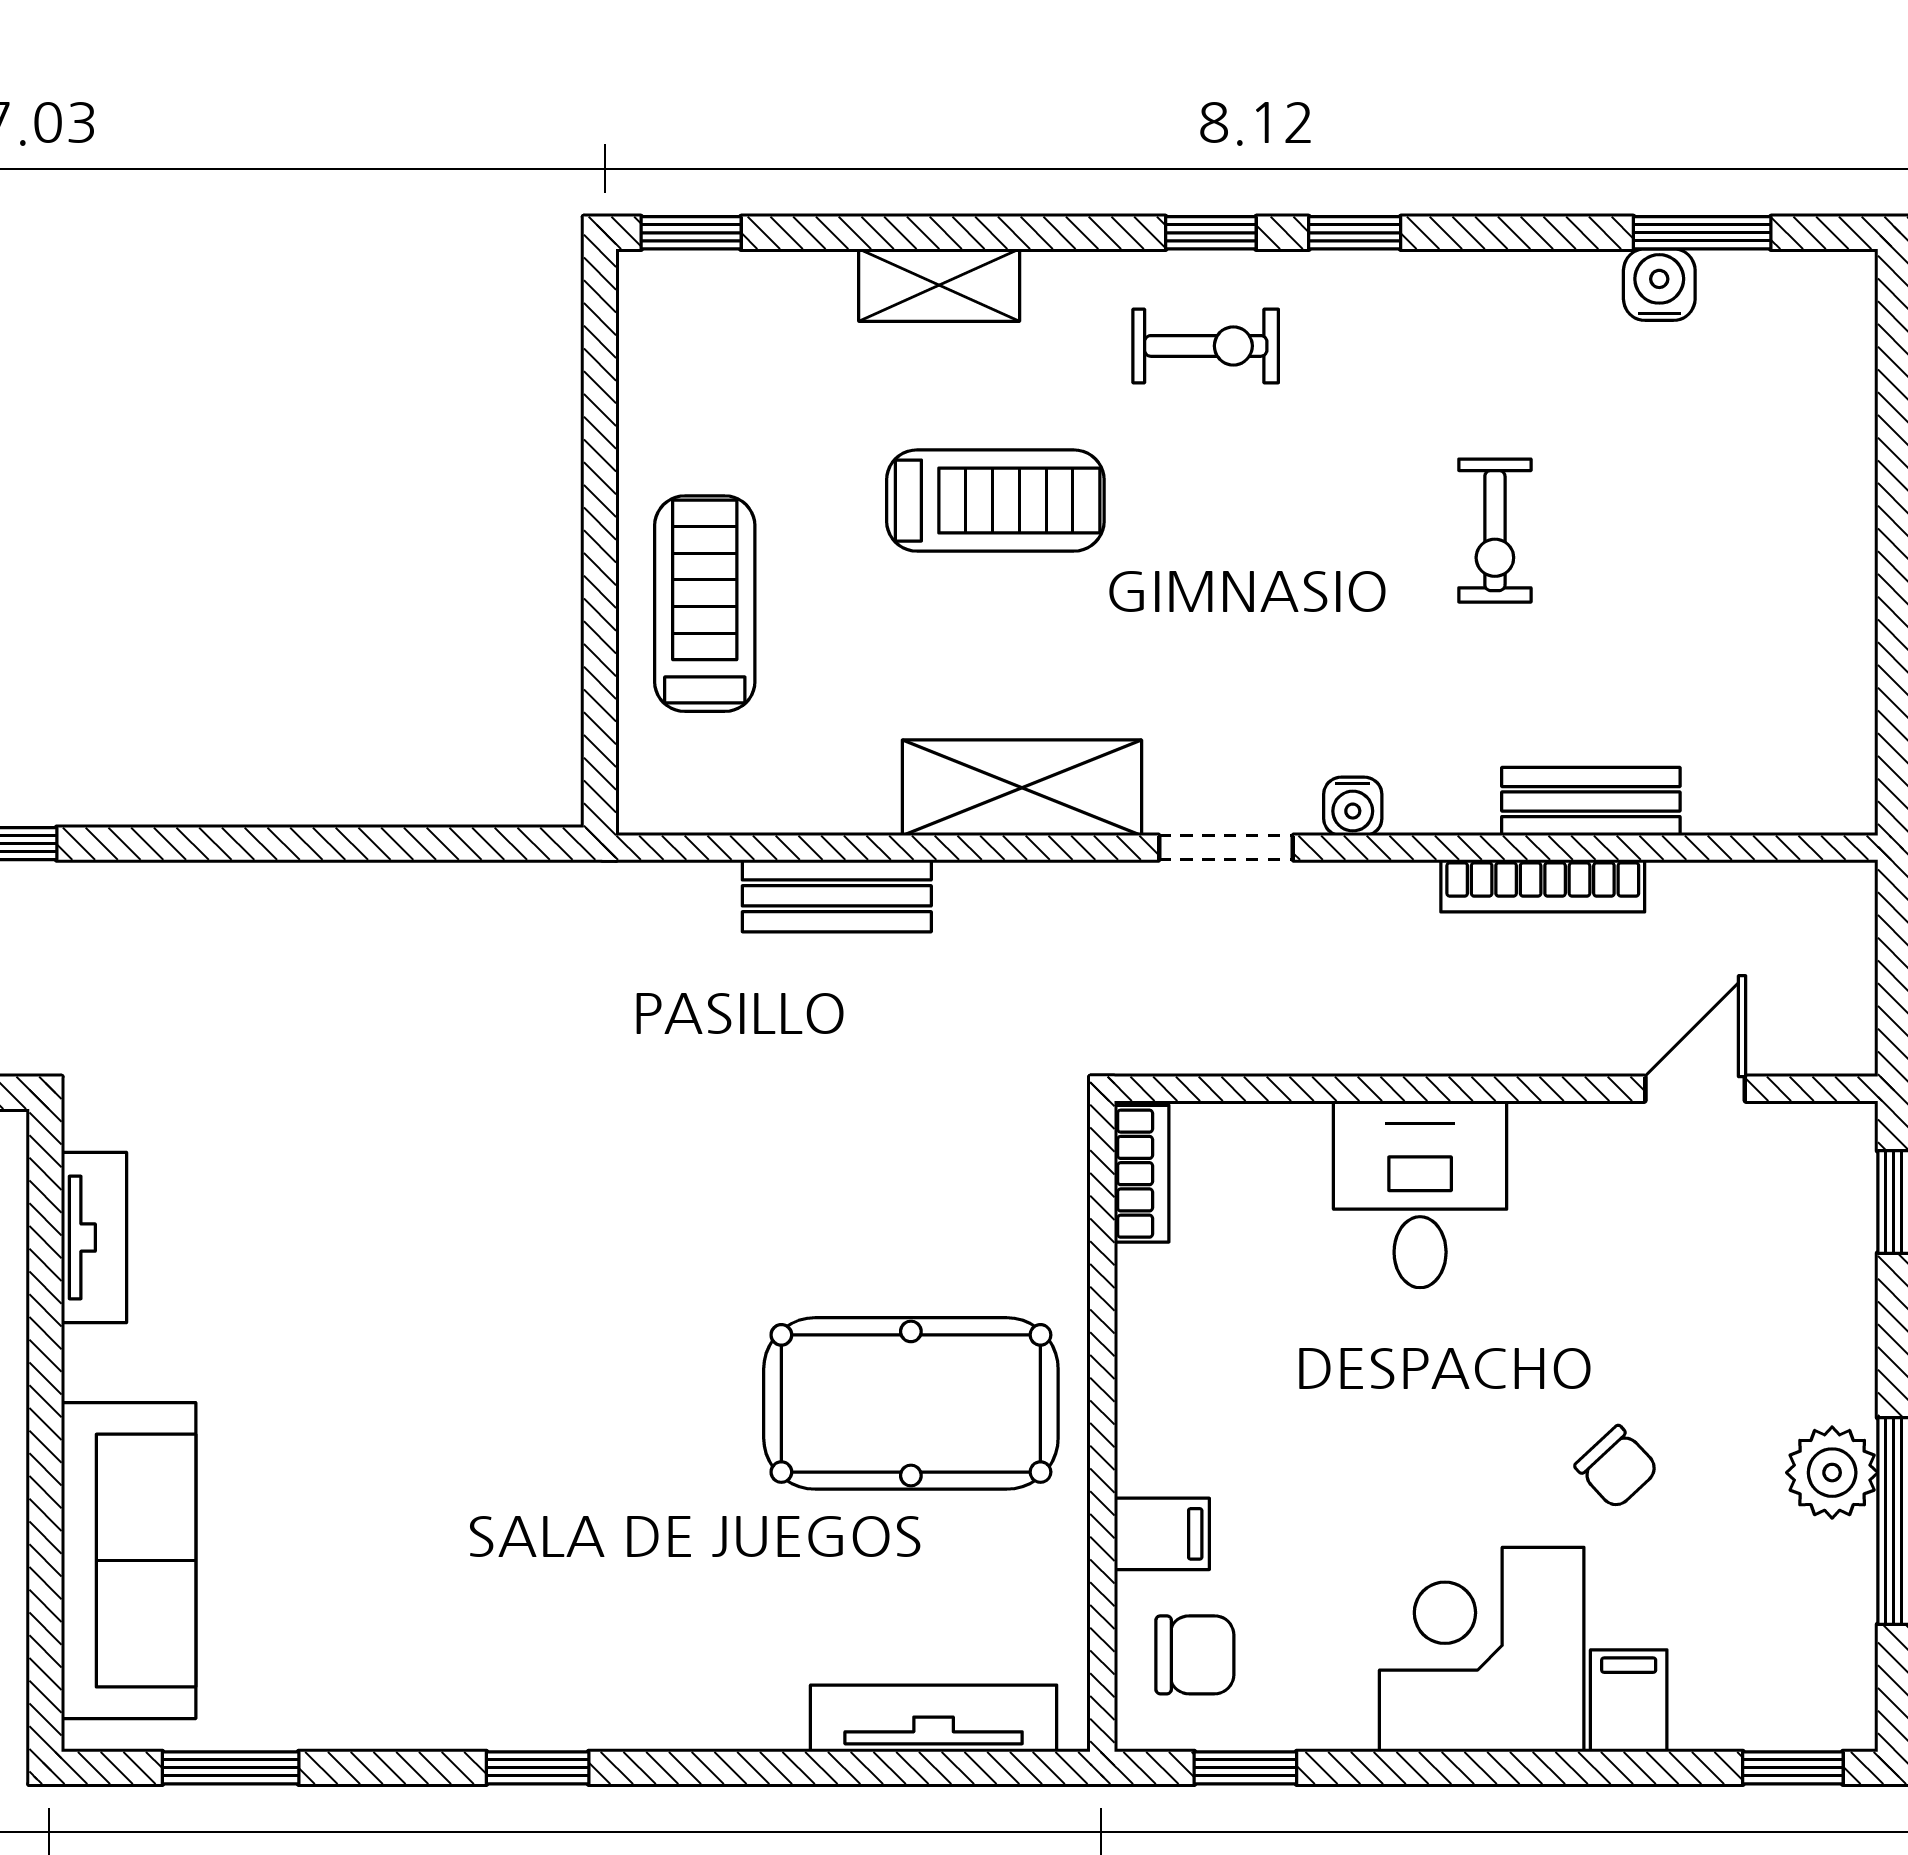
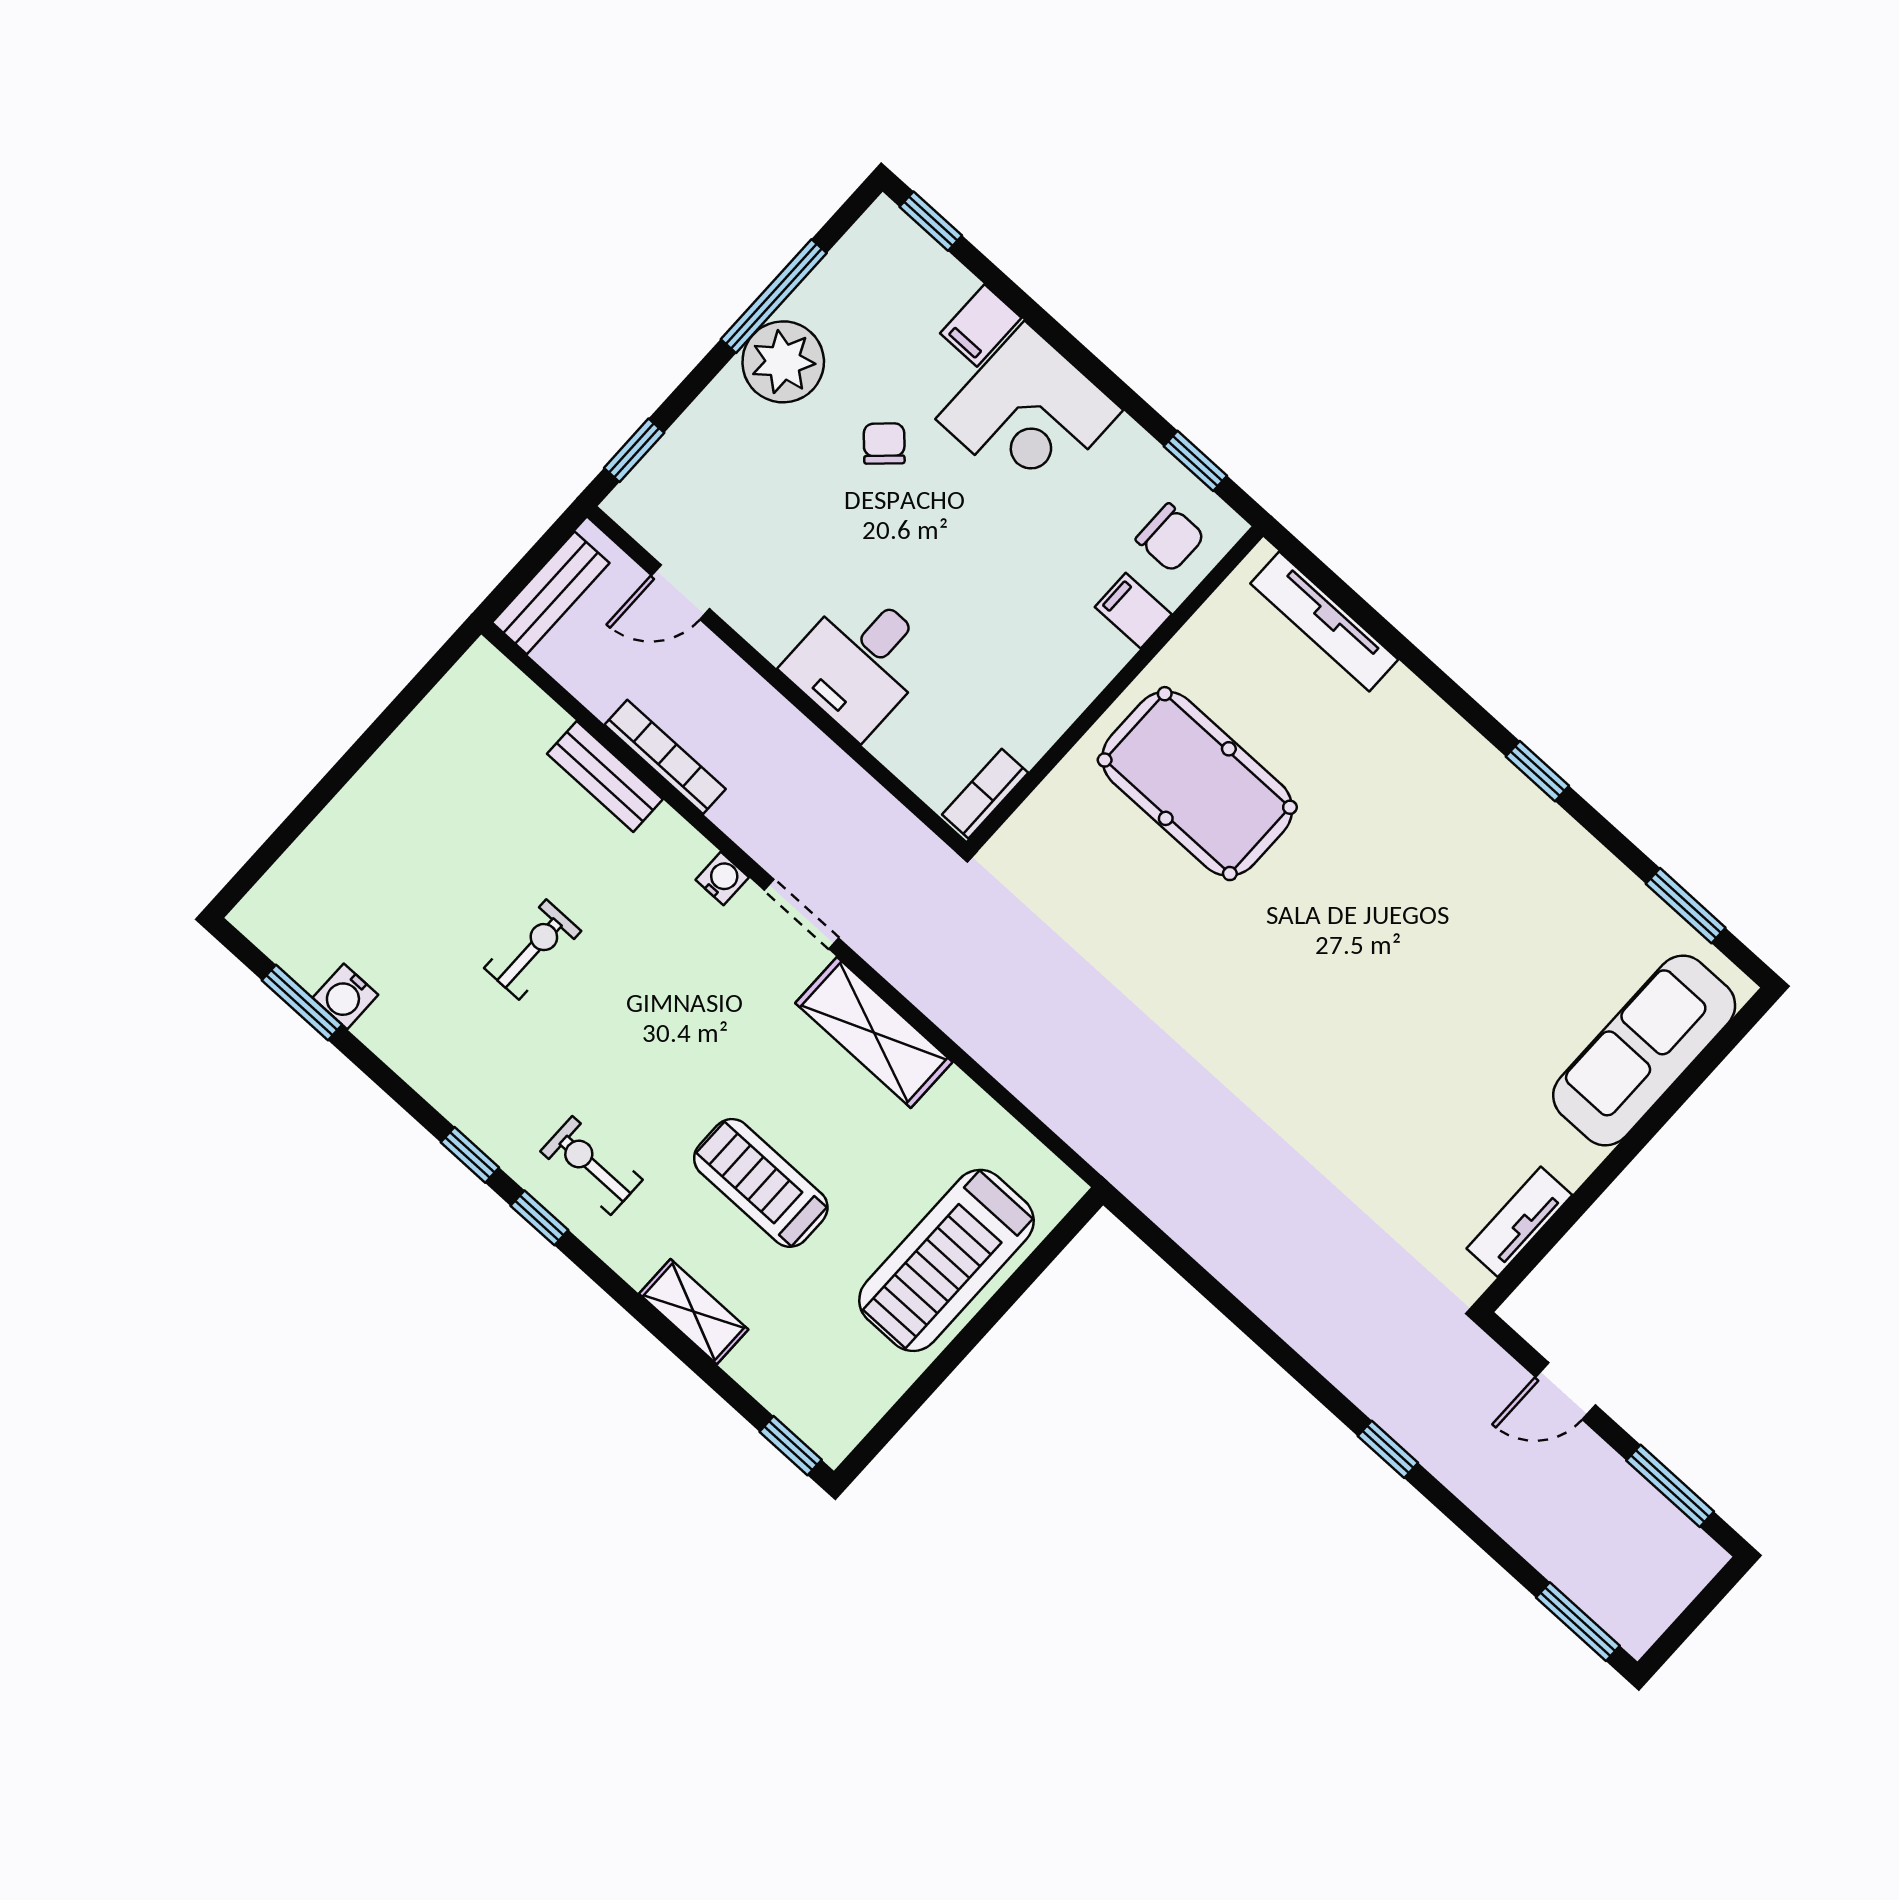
treadmill: (705, 604) -> (946, 1260), width x1.37, depth x1.38
bench: (837, 896) -> (551, 593), moved, turned 90
plant: (1832, 1473) -> (783, 362), width x1.36, depth x1.36
chair: (1195, 1655) -> (1170, 538), turned 180

